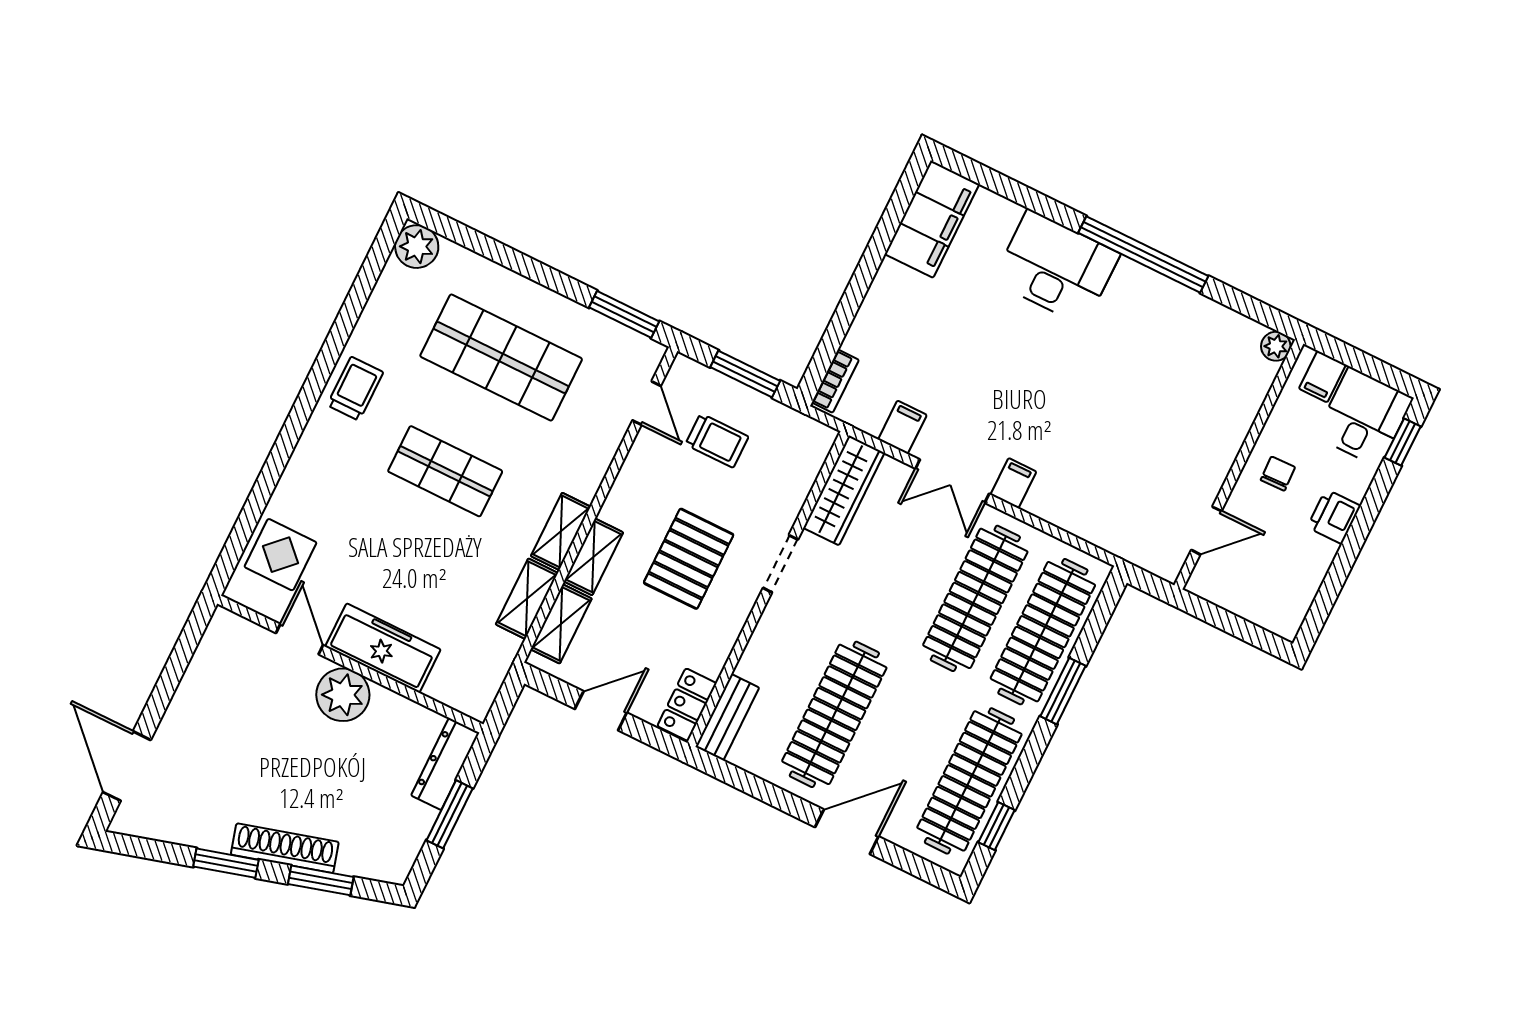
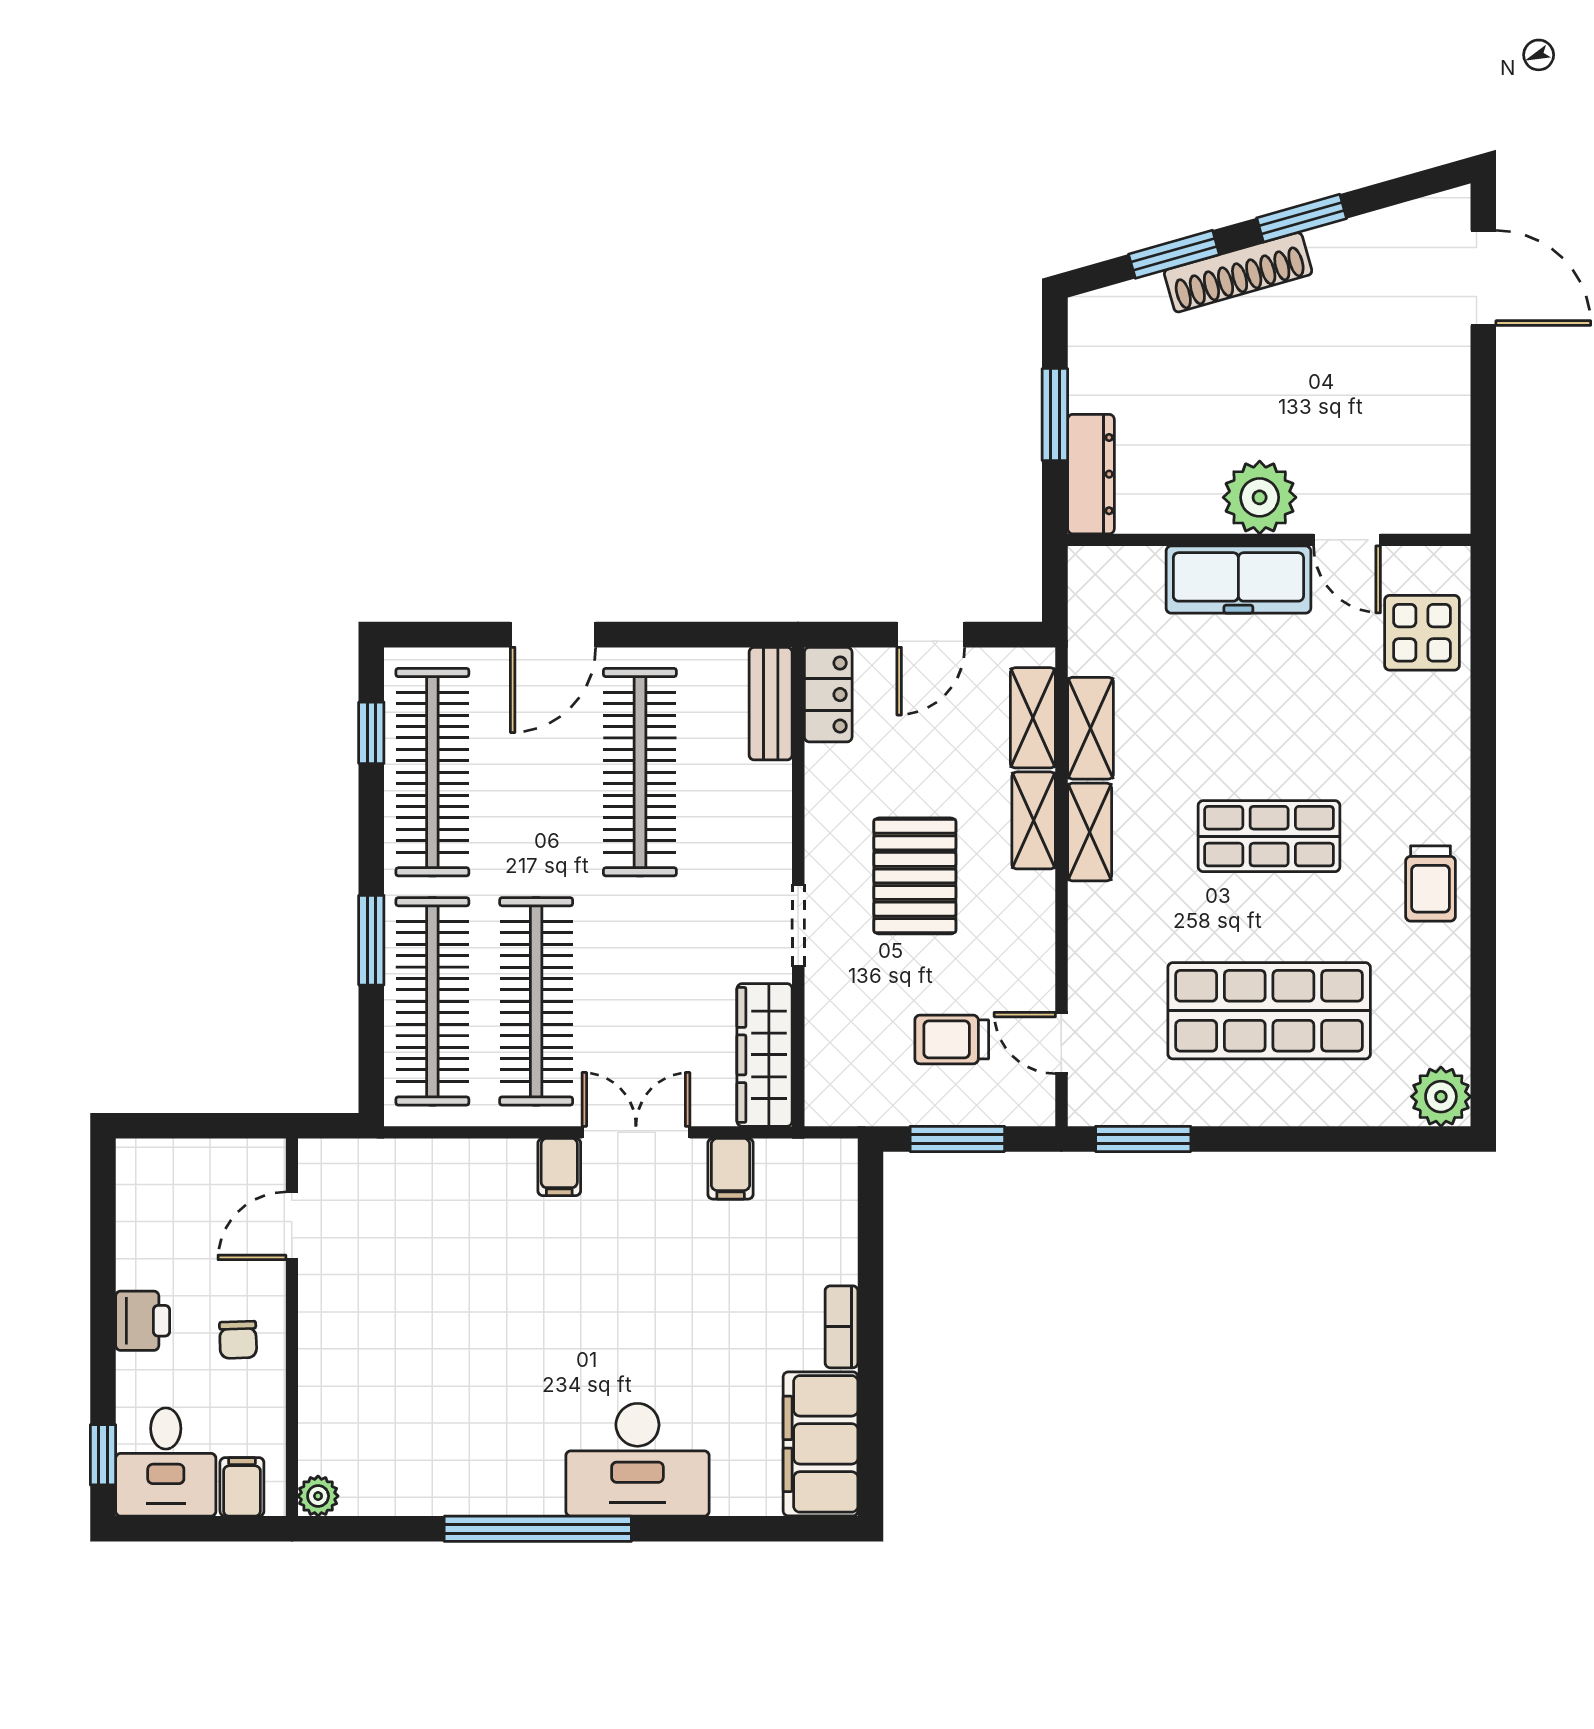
bookcase: (835, 381) -> (842, 1327), moved

